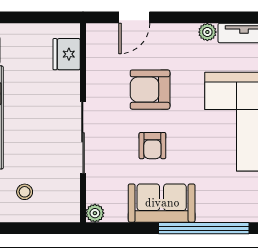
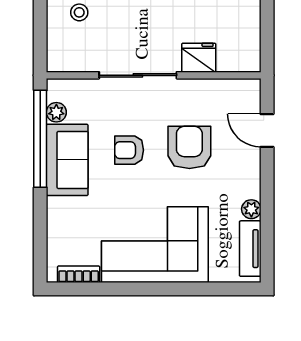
fridge: (67, 54) -> (199, 58), moved
plant: (95, 213) -> (56, 112), moved
window: (204, 228) -> (40, 139), moved

